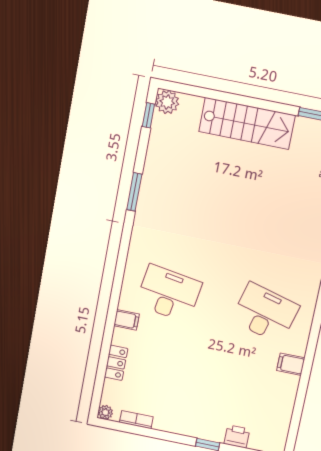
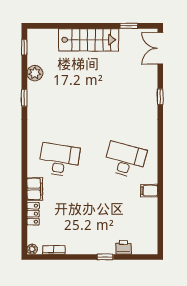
plant: (167, 102) -> (35, 73), moved
window: (134, 192) -> (24, 98), width x0.67
filing cabinet: (127, 320) -> (35, 189), width x2.00

